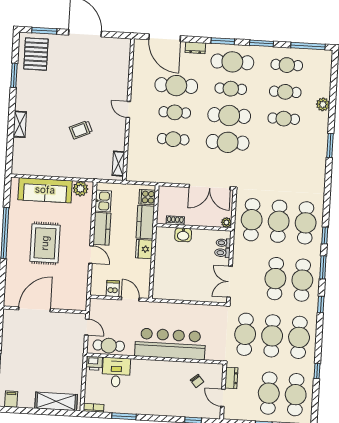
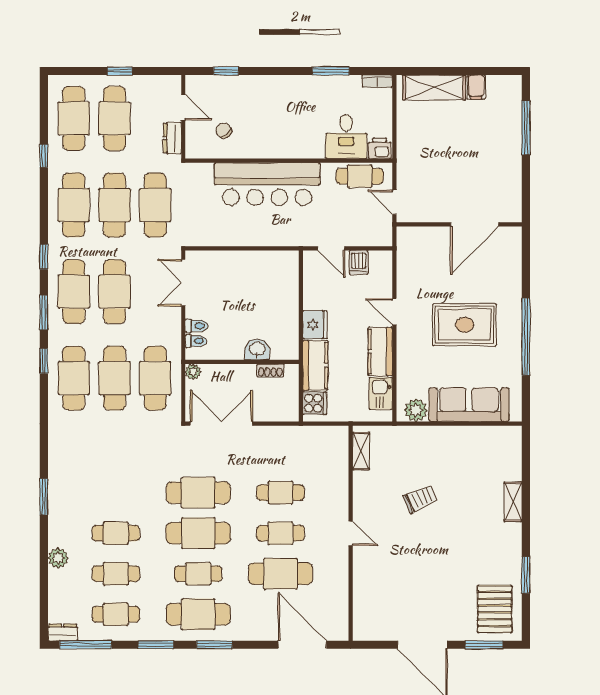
dresser: (195, 48) -> (63, 632), moved
rug: (45, 243) -> (465, 325), turned 90
double door: (230, 282) -> (183, 283), swing flipped
filing cabinet: (11, 399) -> (476, 87), moved

